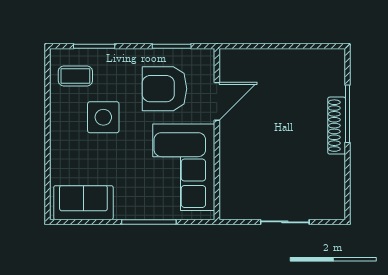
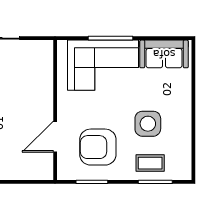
coffee table: (75, 76) -> (150, 163), moved
armchair: (164, 89) -> (98, 147), turned 180
corner sofa: (184, 167) -> (103, 65), moved, turned 90

